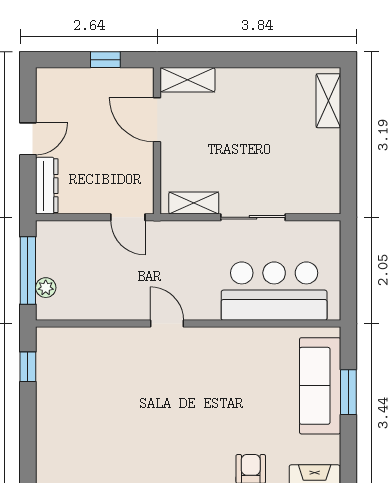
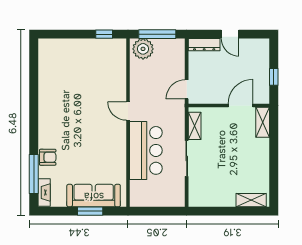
plant: (46, 288) -> (143, 49), width x1.88, depth x1.88
bar counter: (274, 291) -> (146, 150), moved
door: (167, 324) -> (128, 111), swing flipped

